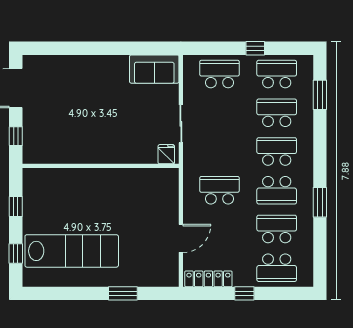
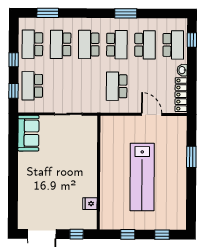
window: (212, 48) -> (13, 91), added
fridge: (166, 154) -> (90, 204), moved
school desk: (277, 229) -> (145, 45), turned 180
lab bench: (72, 251) -> (142, 177), moved, turned 180
washbasin: (242, 280) -> (182, 70), added
window: (244, 293) -> (192, 40), moved

